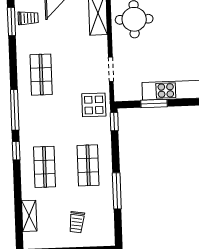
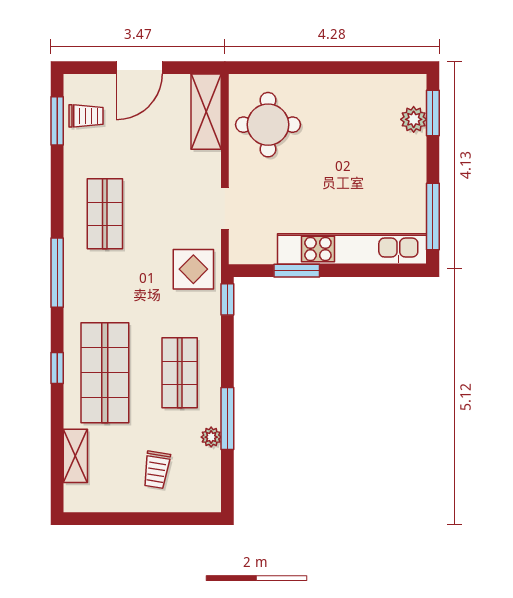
window: (16, 151) -> (57, 368), moved
shop shelf: (45, 167) -> (105, 373), width x1.43, depth x1.36
plant: (108, 202) -> (211, 437), added

